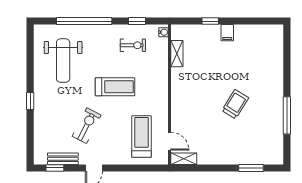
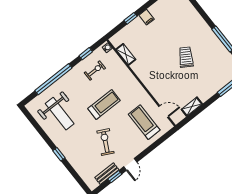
shelving: (184, 159) -> (192, 107), moved
window: (55, 168) -> (115, 177), moved

